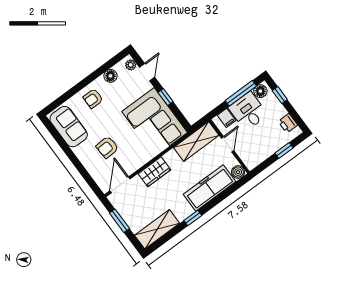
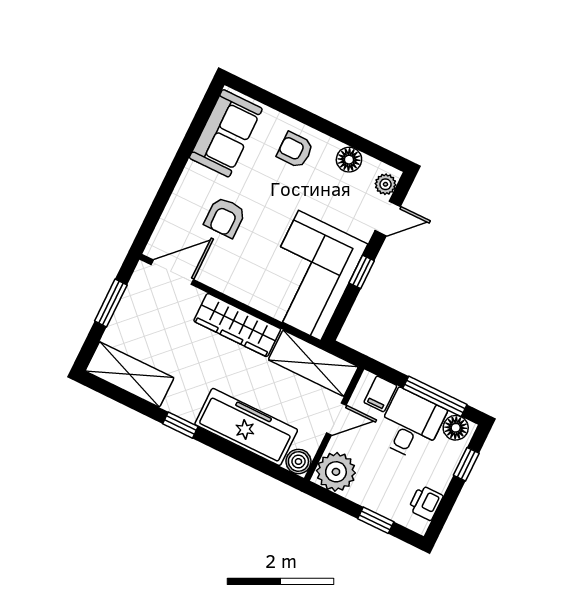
armchair: (107, 147) -> (225, 217), turned -87
plant: (252, 157) -> (336, 472), added
wardrobe: (154, 172) -> (237, 325), width x1.50

